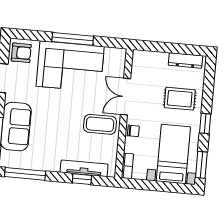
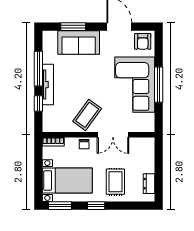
dresser: (185, 60) -> (149, 184), width x0.70
double door: (126, 97) -> (113, 135), swing flipped
coffee table: (100, 124) -> (87, 115), turned 36
tv unit: (84, 168) -> (48, 85), moved
window: (25, 174) -> (38, 69), moved

